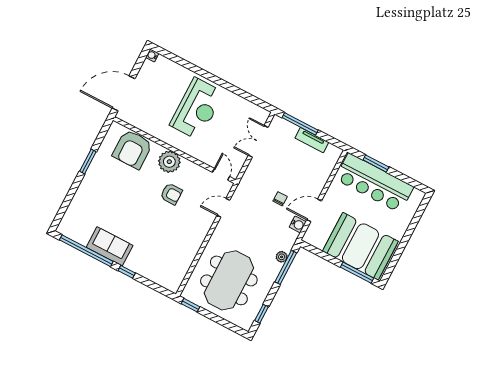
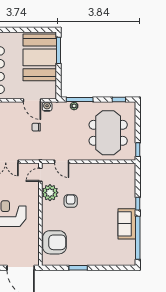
plant: (169, 162) -> (50, 193), moved
meeting table: (229, 280) -> (108, 133), turned 90

